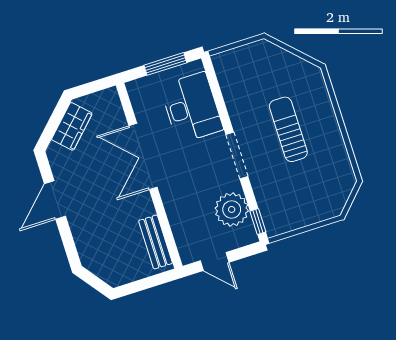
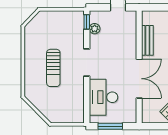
plant: (232, 209) -> (95, 29), width x0.53, depth x0.53
bench: (156, 242) -> (147, 40), moved

